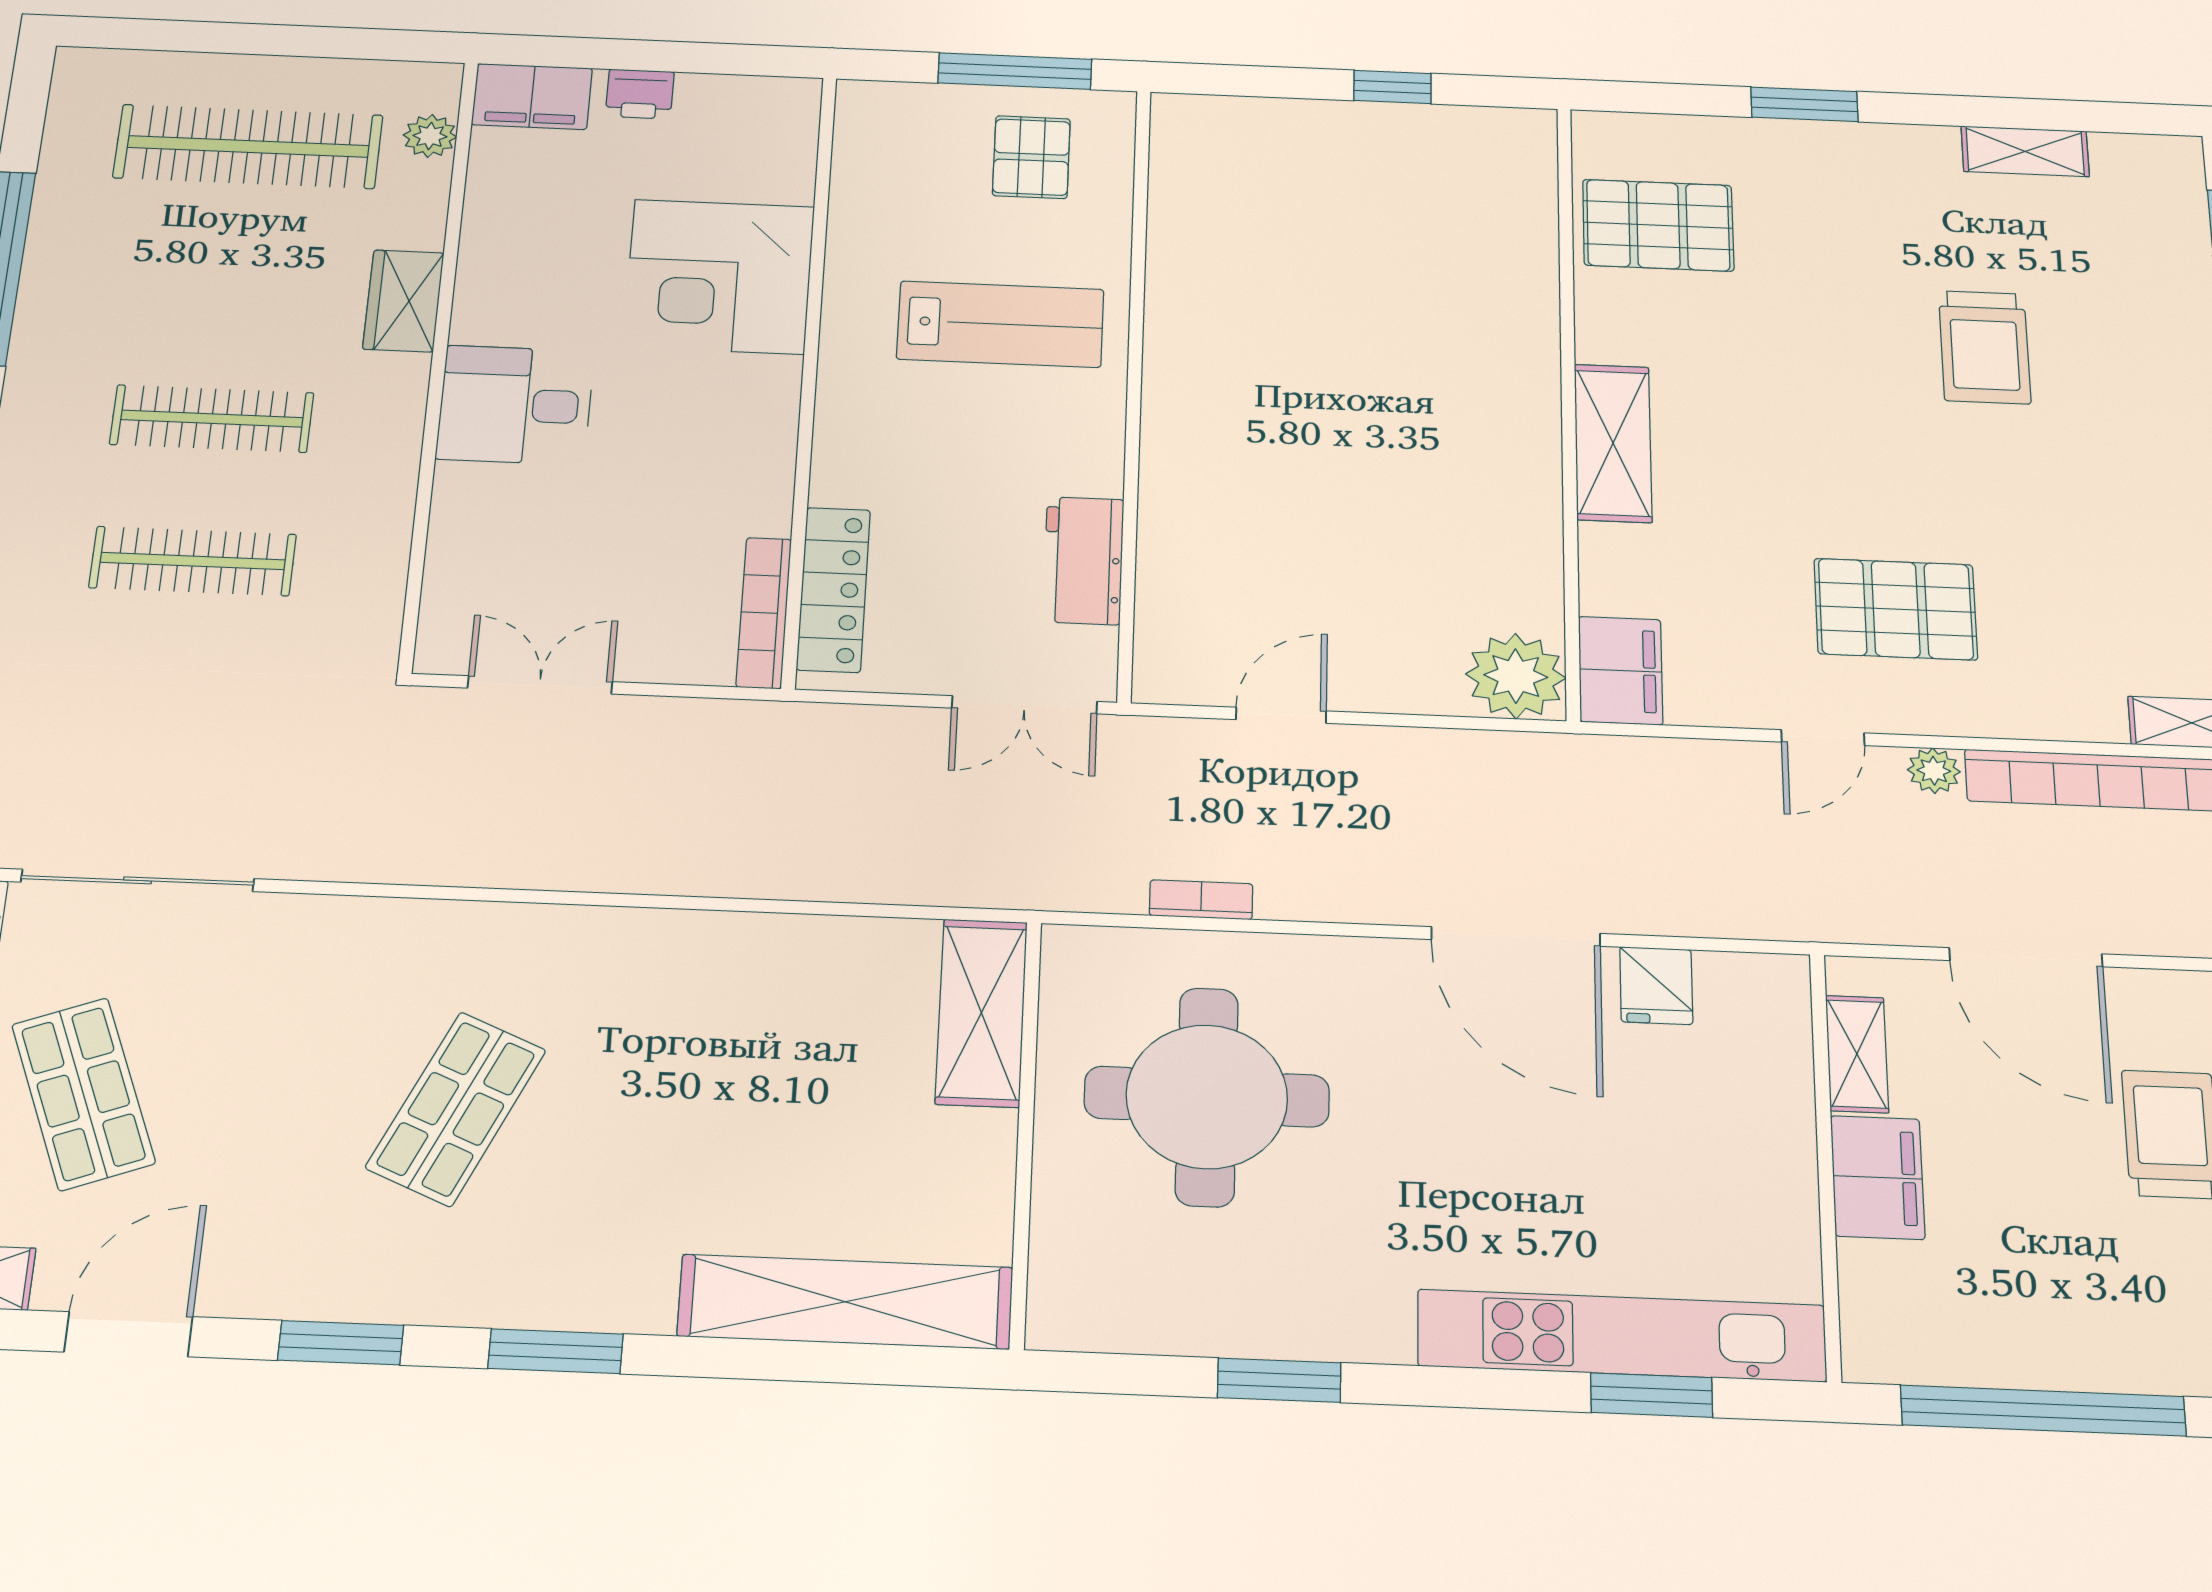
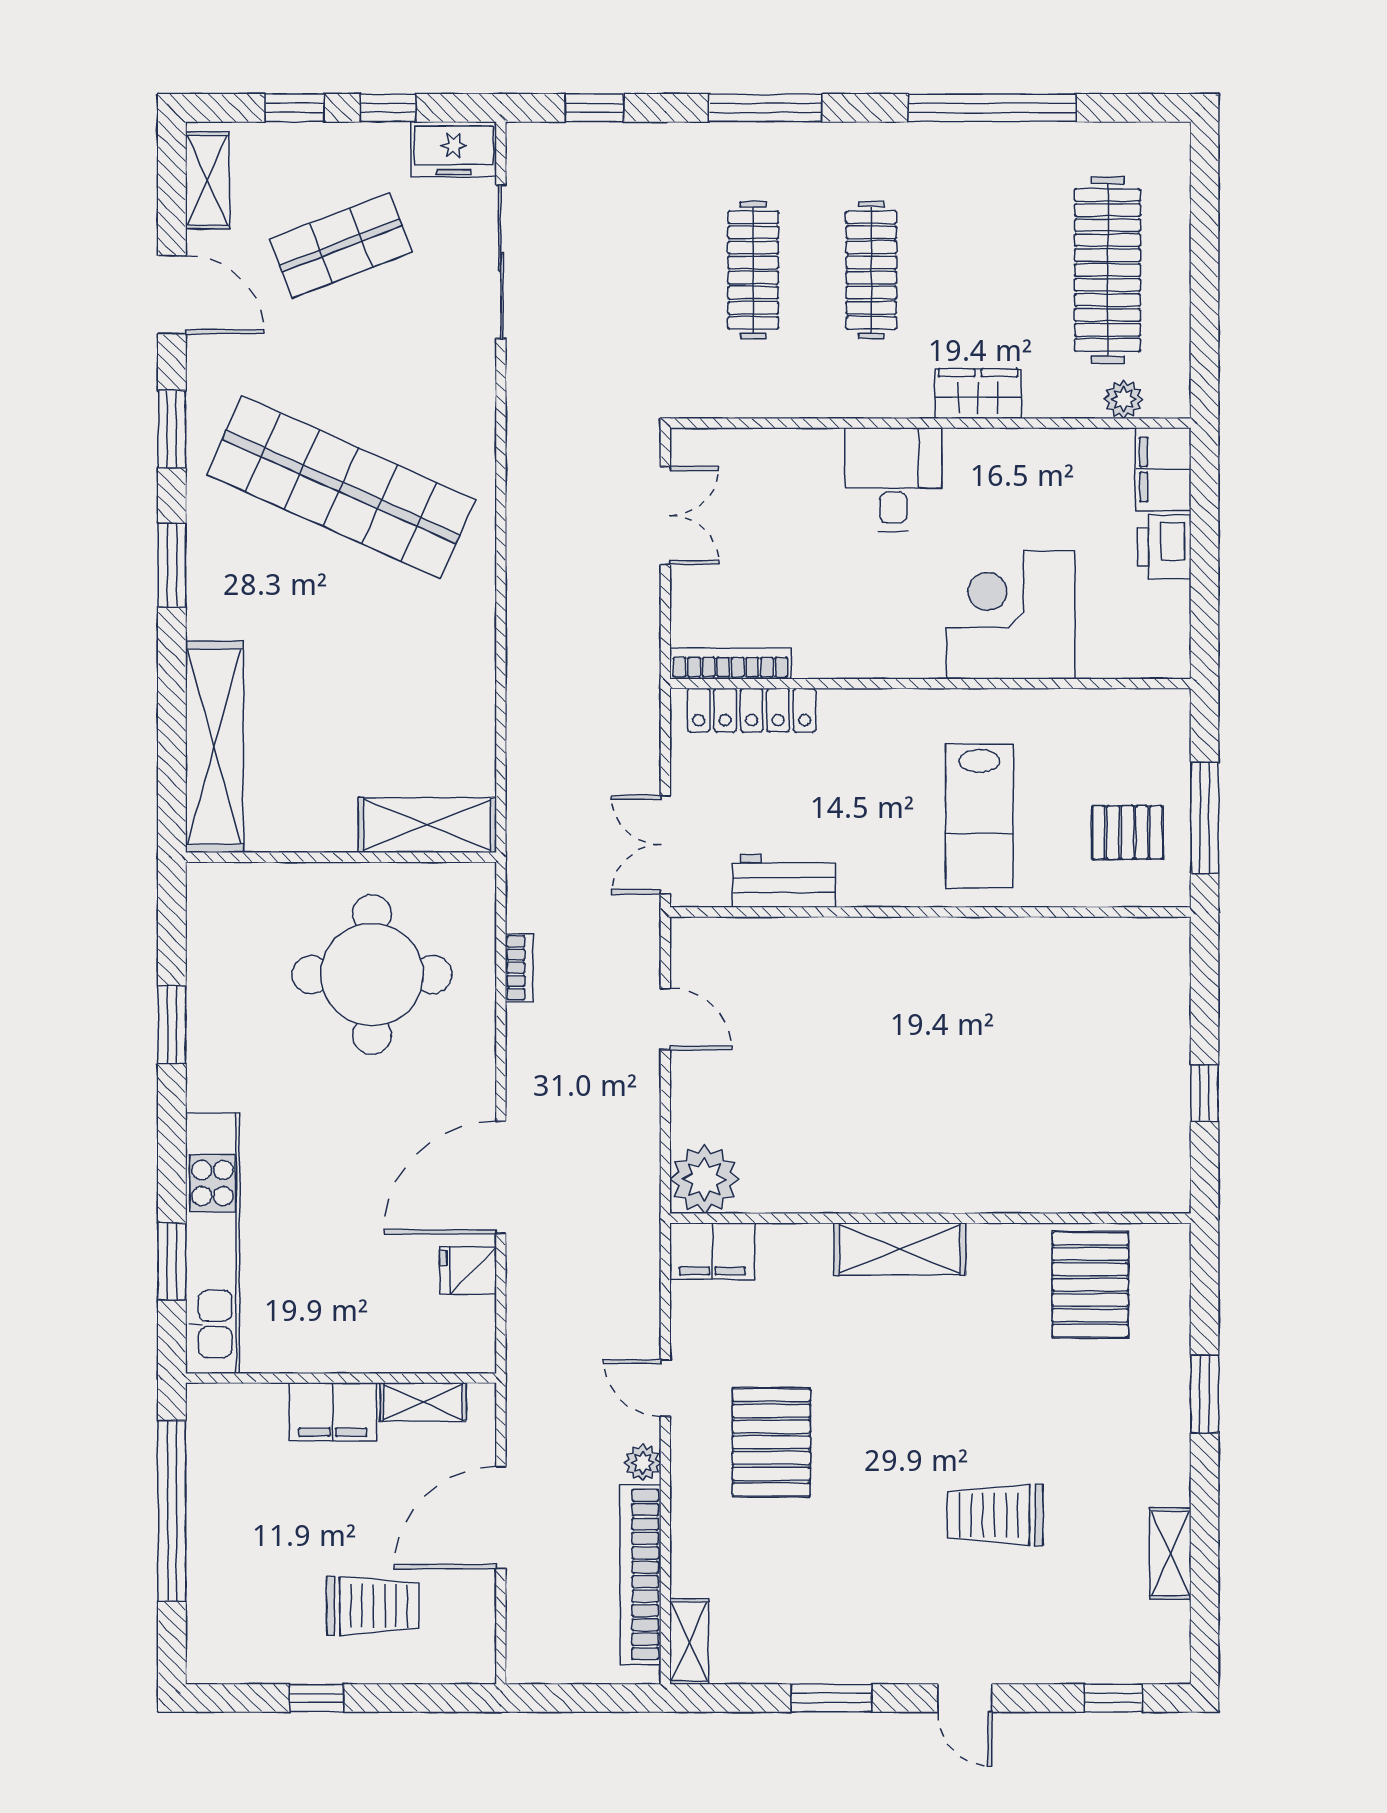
printer: (640, 94) -> (1164, 547), width x1.36, depth x1.24
shop shelf: (456, 1109) -> (341, 487), width x2.00, depth x1.36

